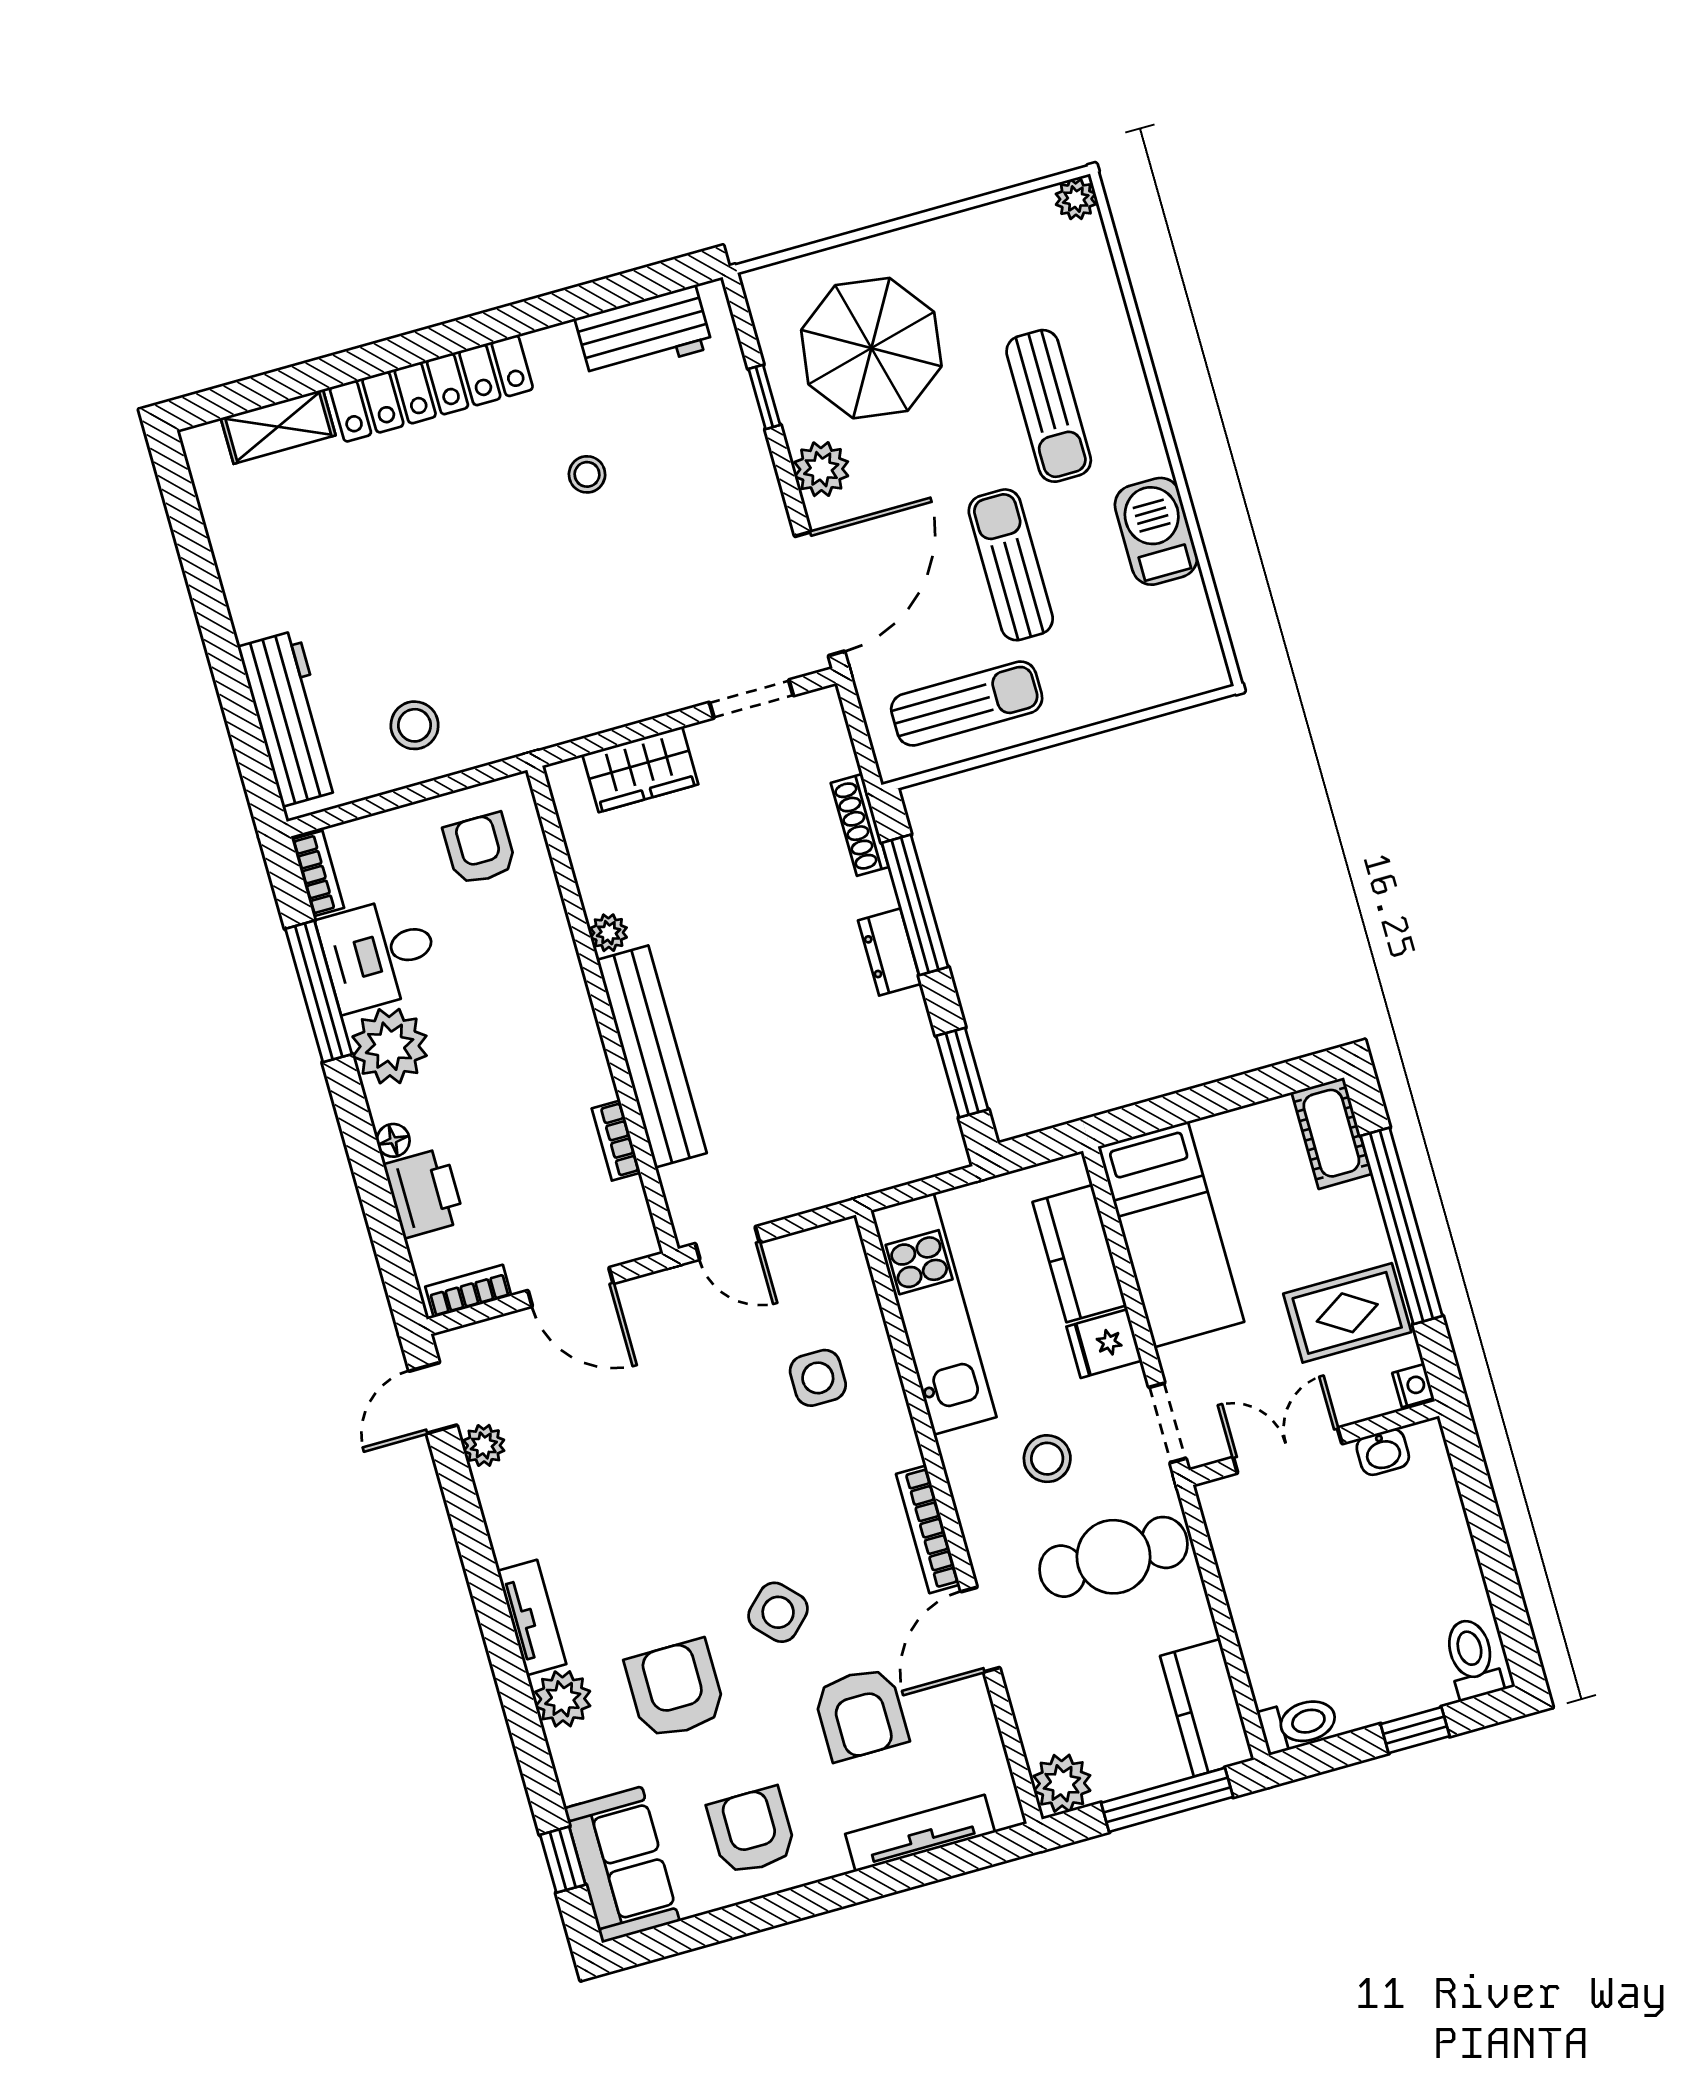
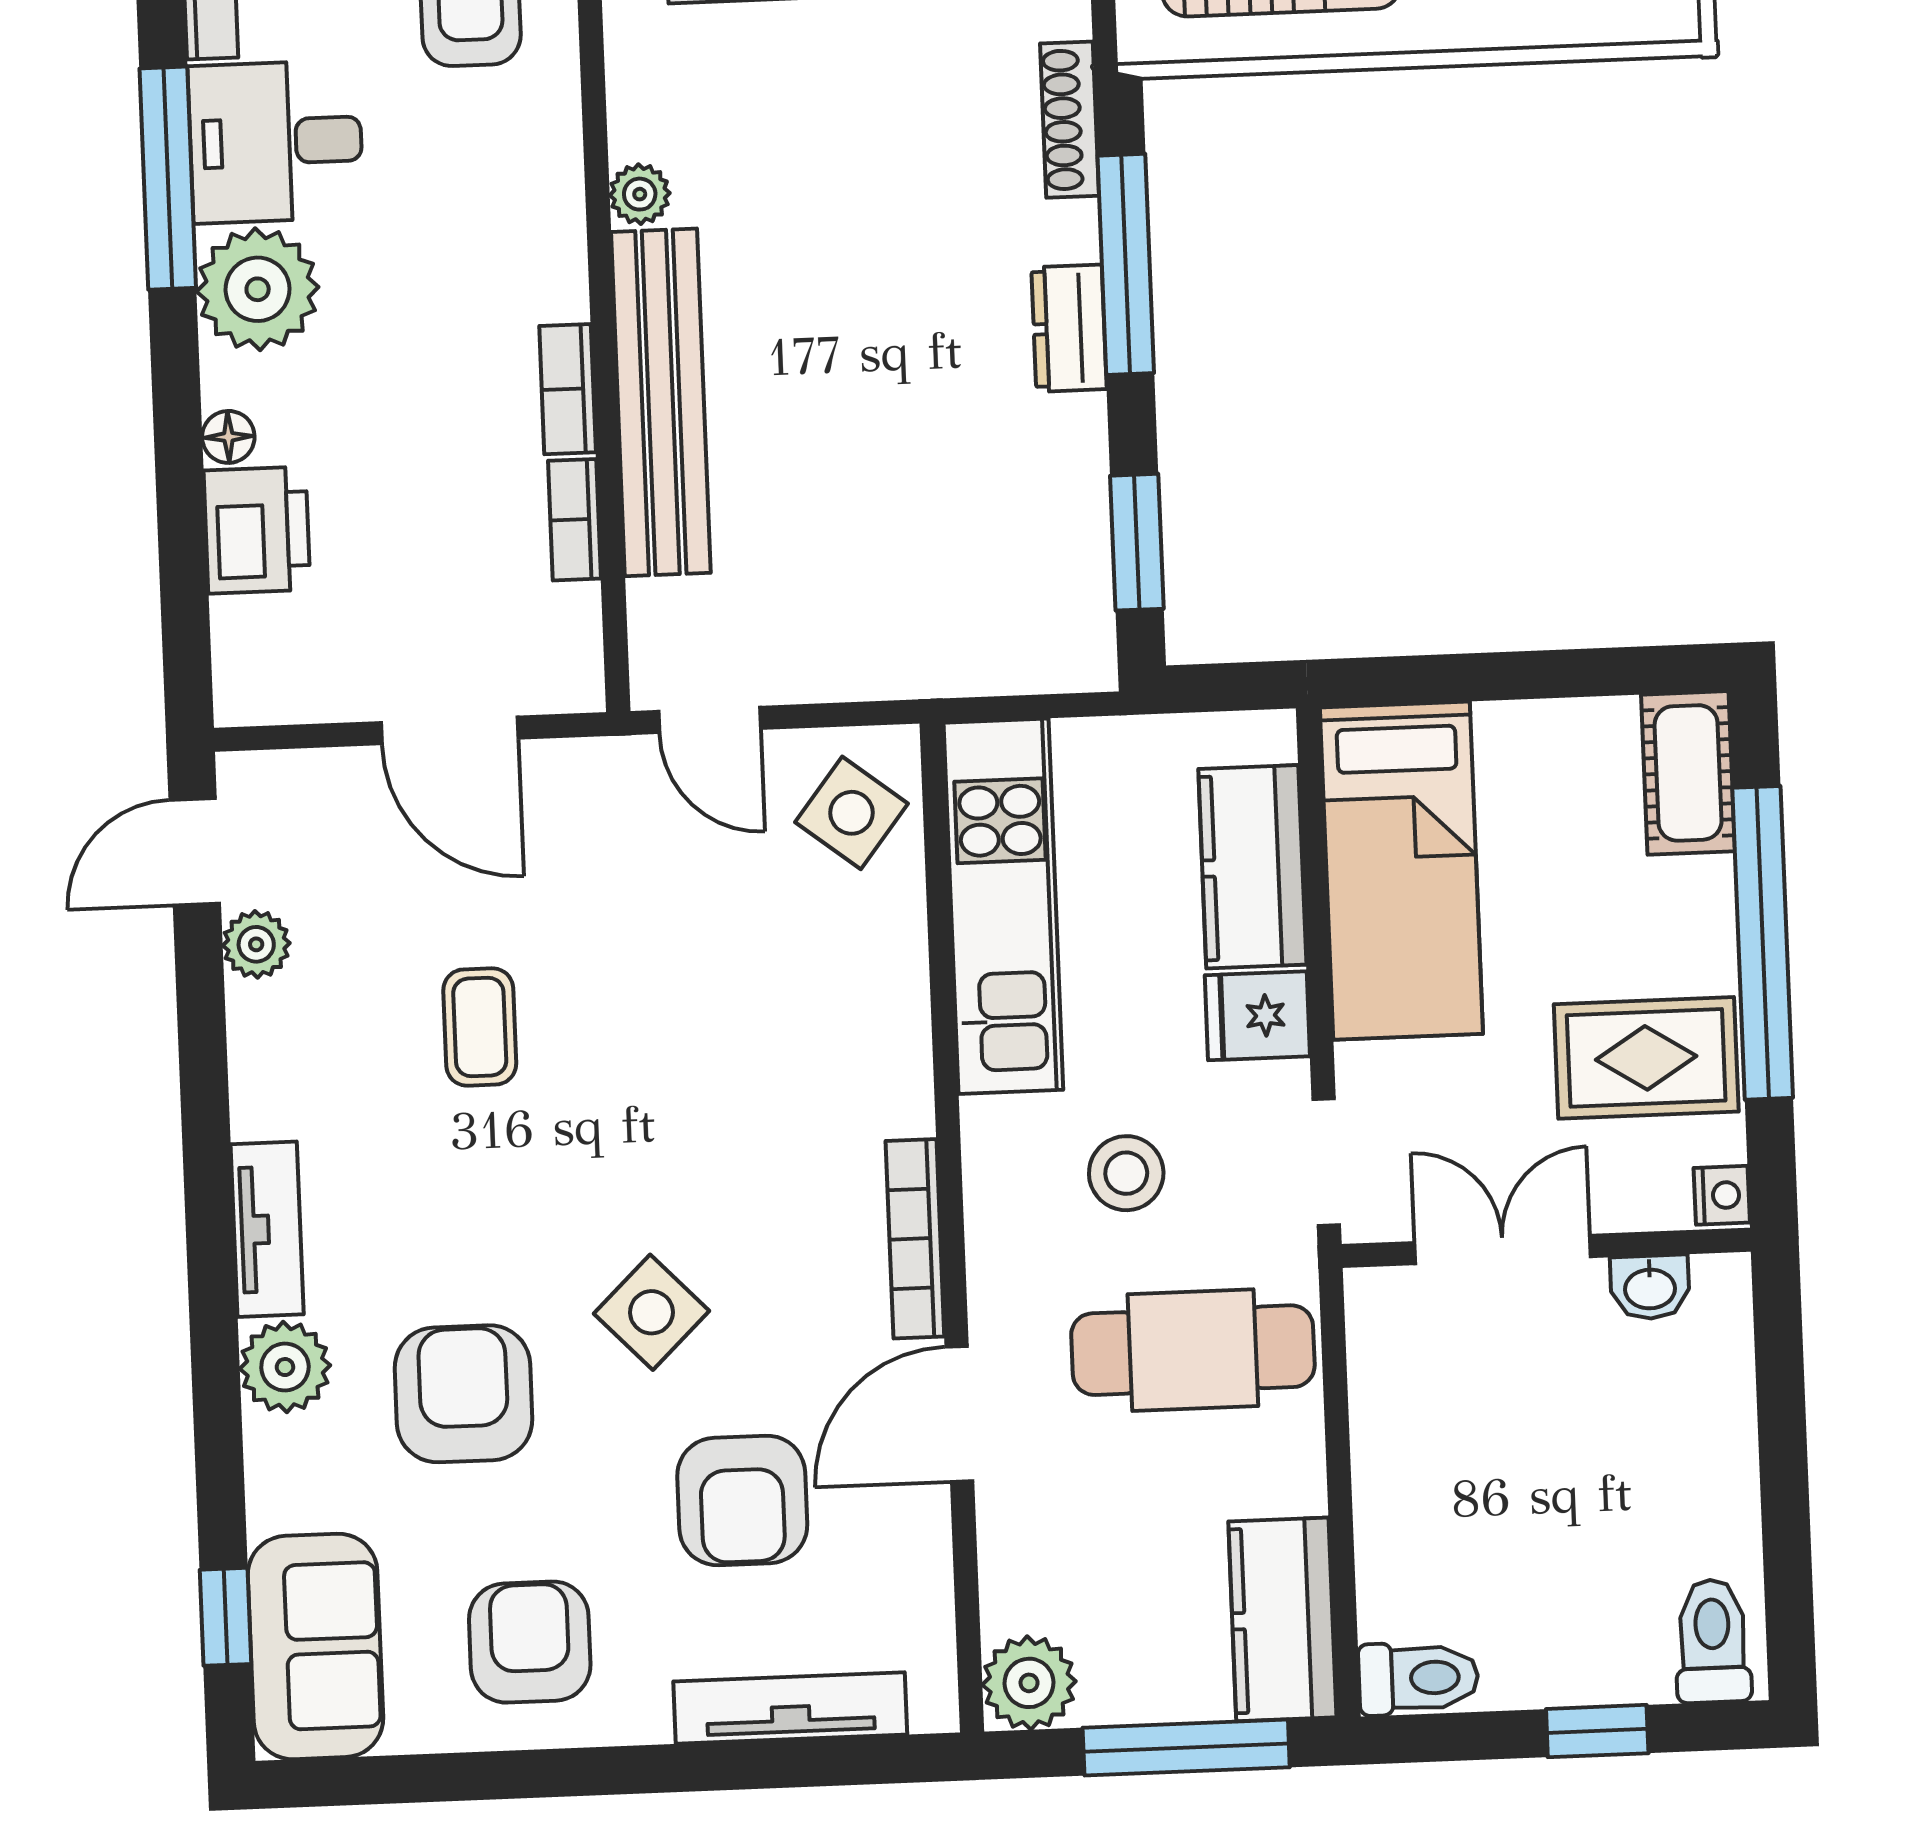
bookcase: (468, 1291) -> (568, 389), moved, turned -90
side table: (818, 1378) -> (851, 813), moved, turned 38
coffee table: (632, 1463) -> (480, 1027), added

